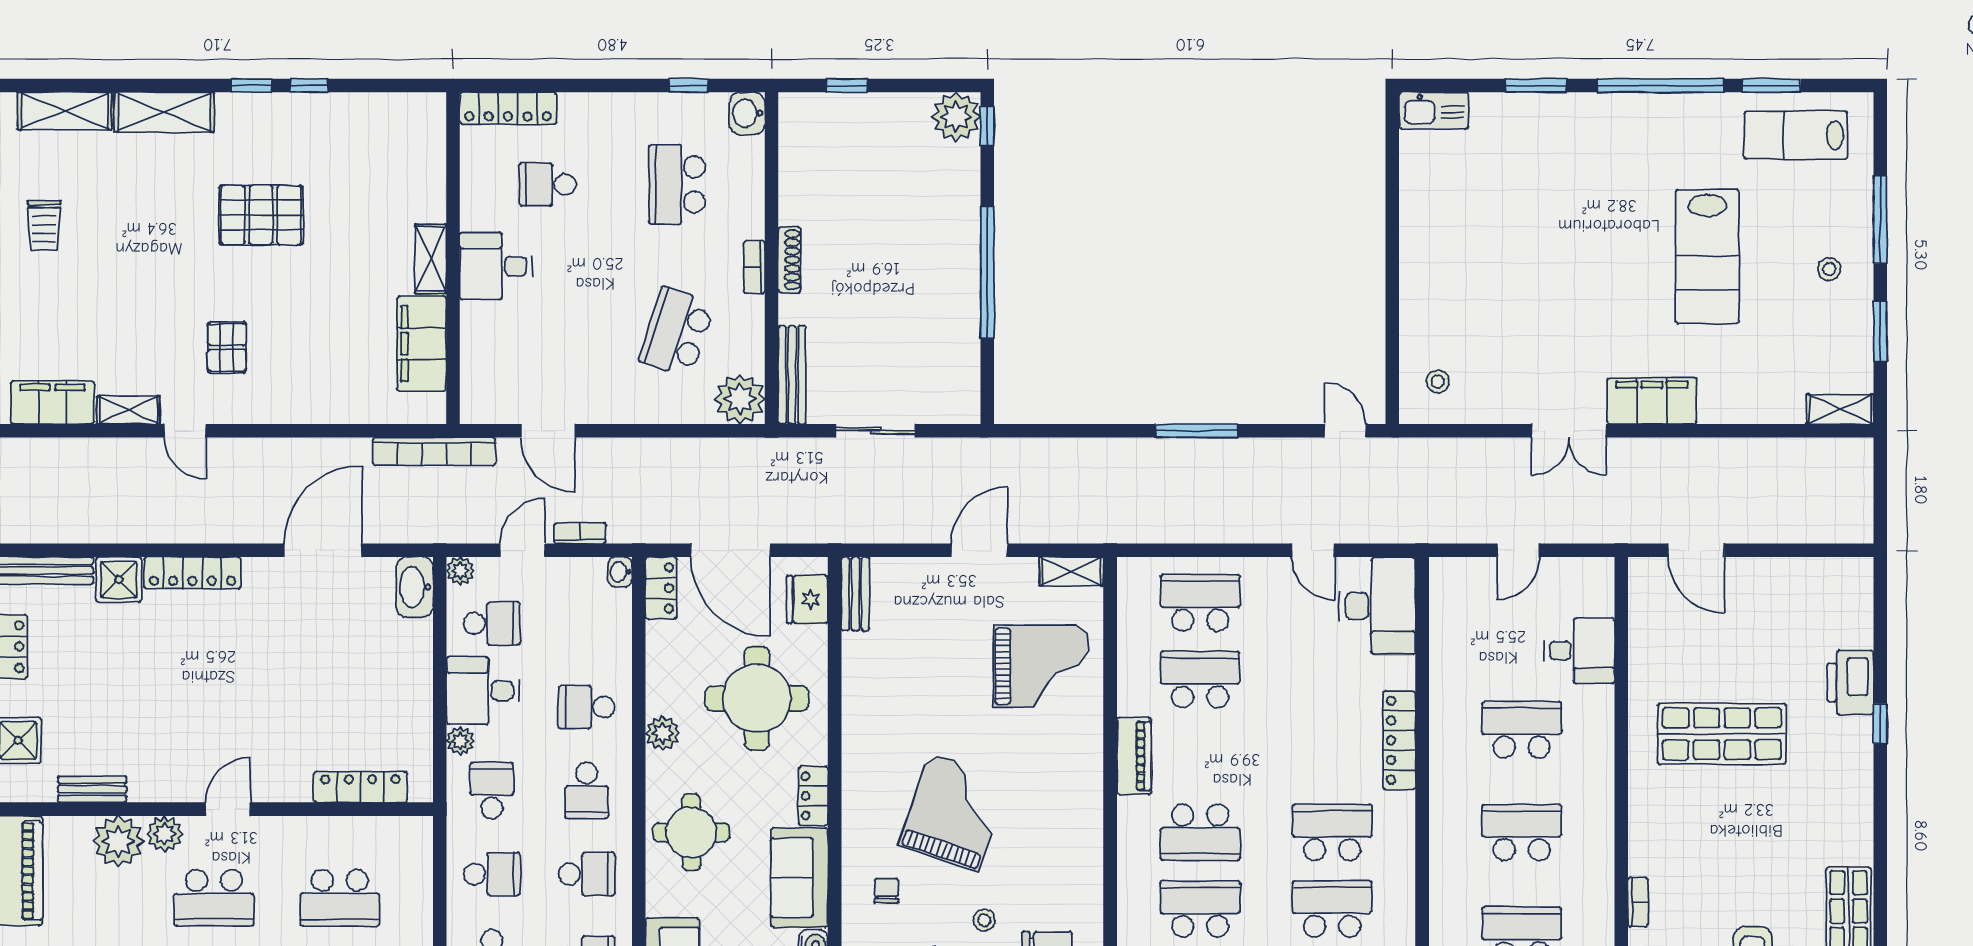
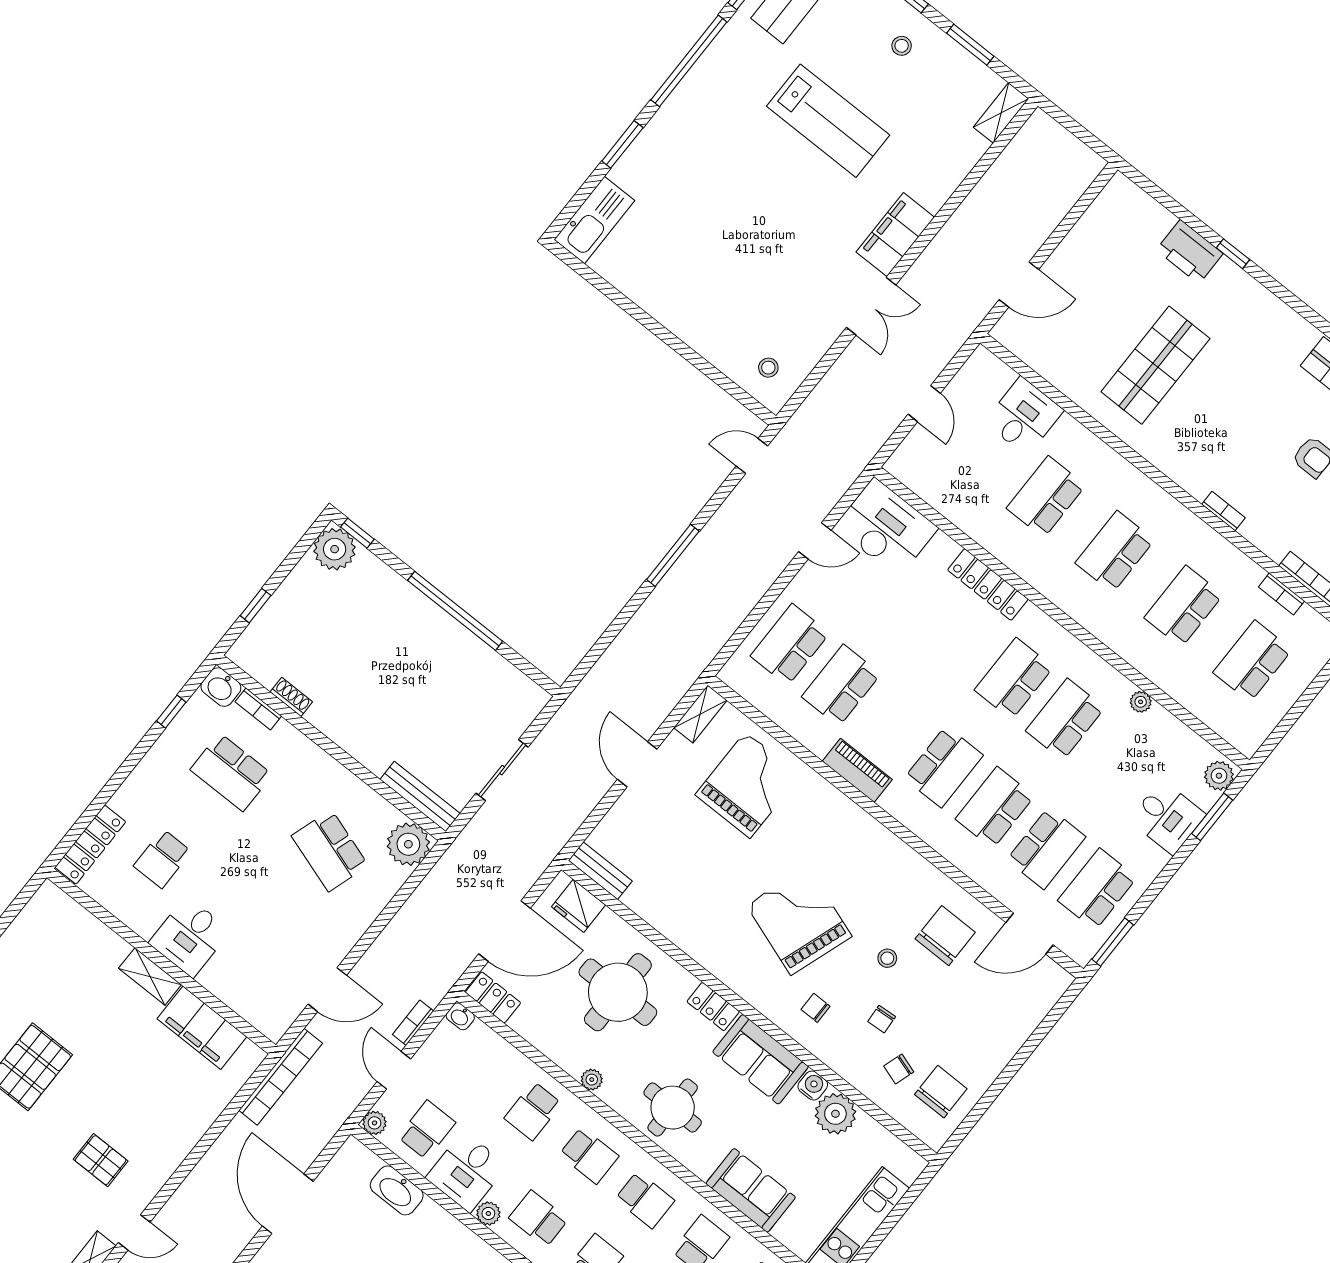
kitchen sink: (1434, 110) -> (594, 220), width x1.36, depth x1.24
shoe rack: (789, 260) -> (291, 697), moved, width x0.70
bookcase: (754, 267) -> (258, 709), moved
washbasin: (415, 587) -> (397, 1190), moved
plant: (663, 733) -> (592, 1080), width x0.73, depth x0.73
school desk: (587, 874) -> (645, 1200), turned 90

